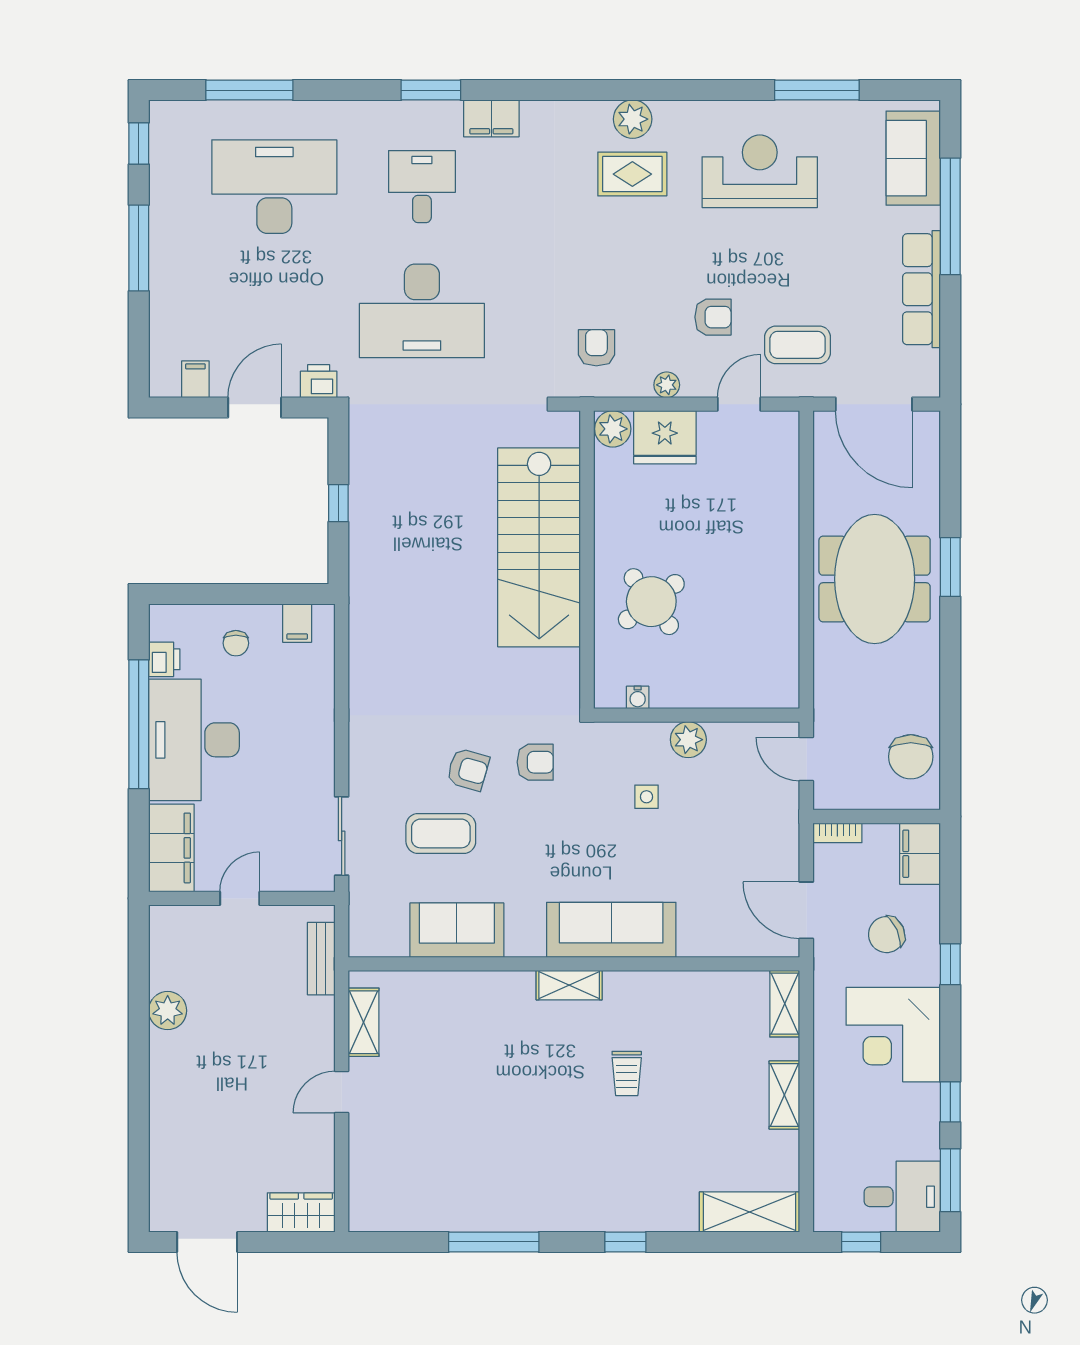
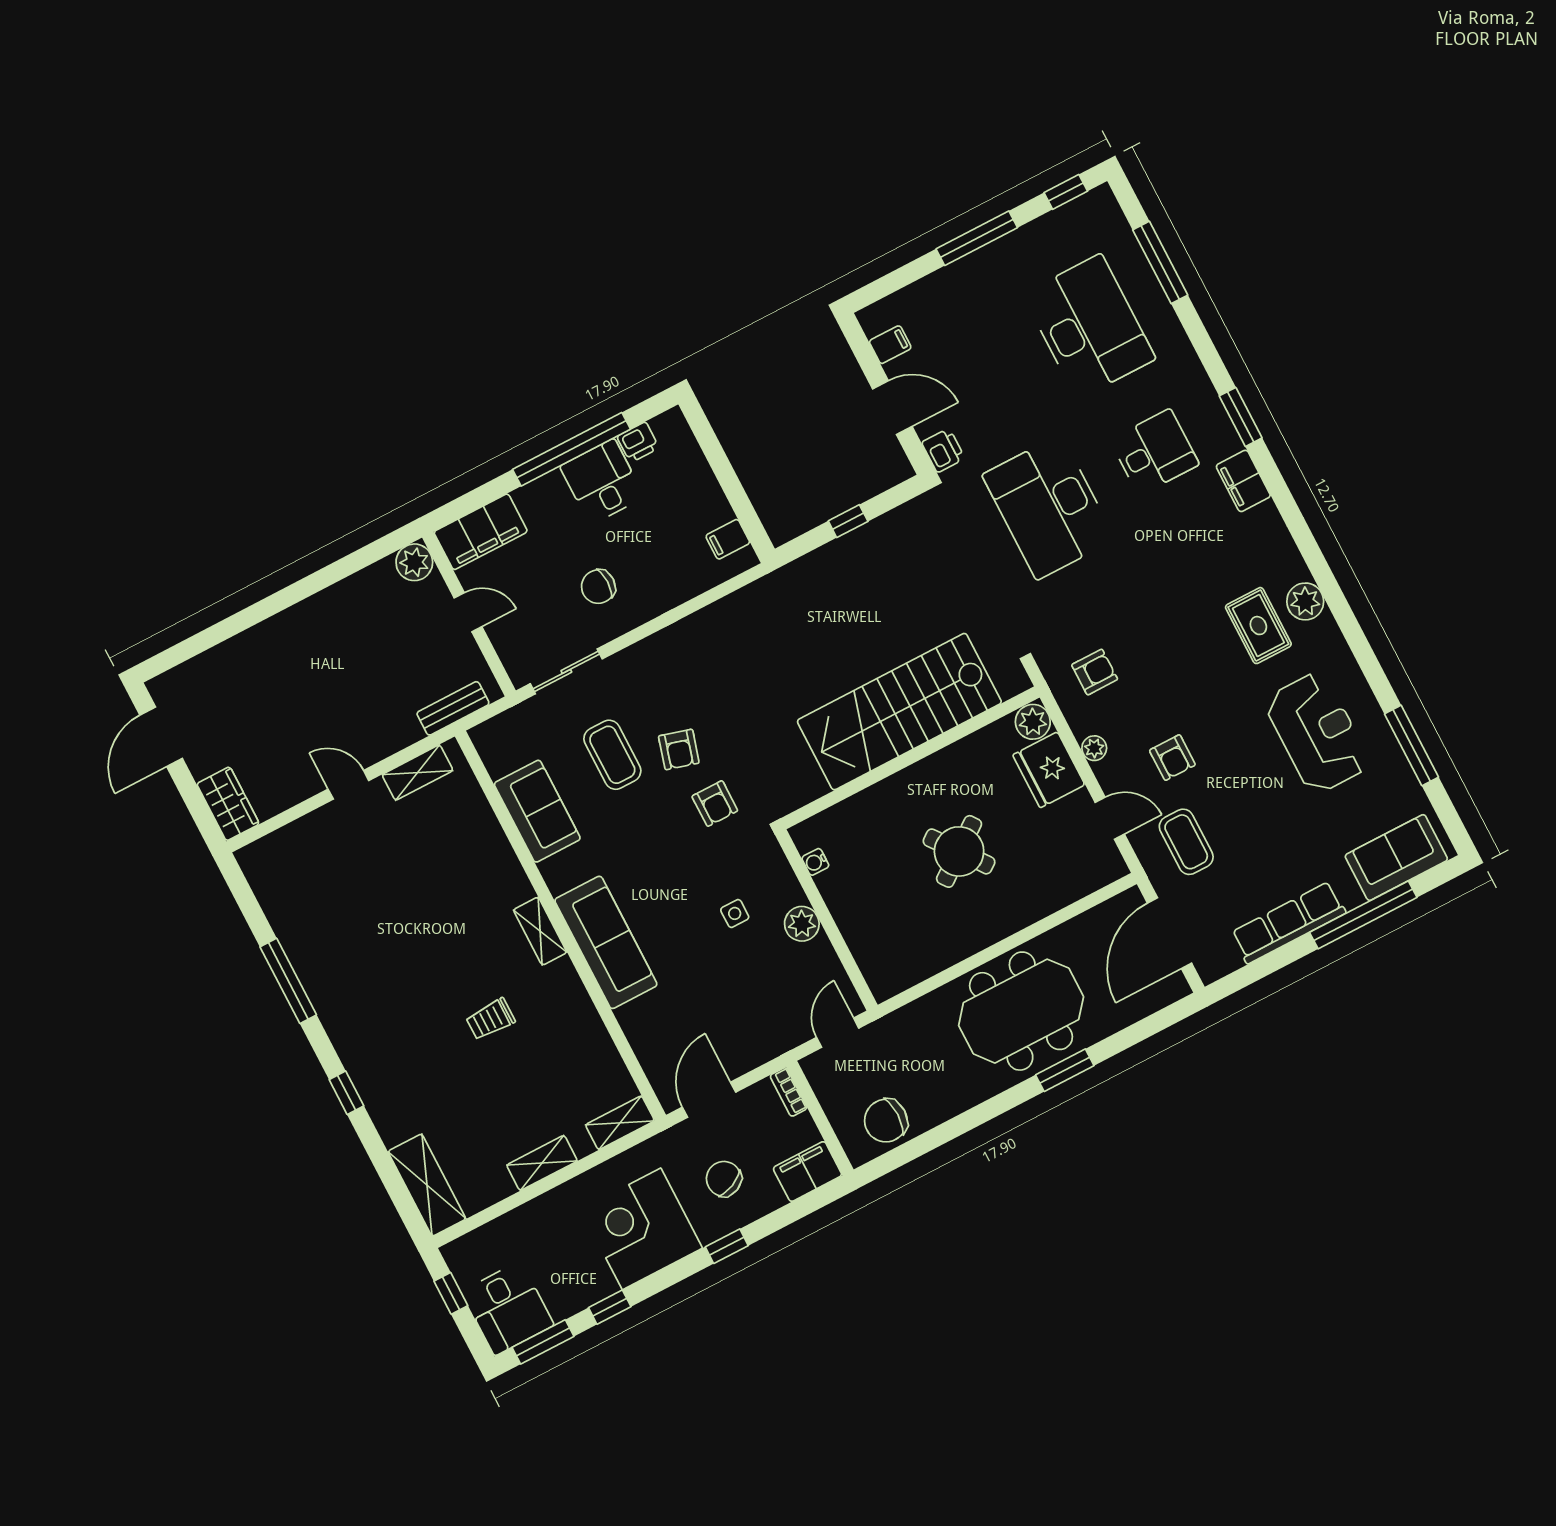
round table: (651, 602) -> (959, 851), moved
chair: (236, 643) -> (598, 587), moved, width x1.37, depth x1.37
desk: (194, 740) -> (602, 482), width x0.53, depth x0.77
plant: (168, 1011) -> (414, 562), moved

